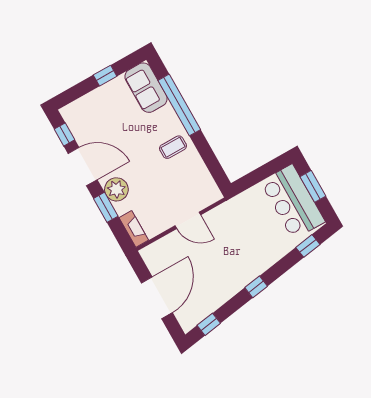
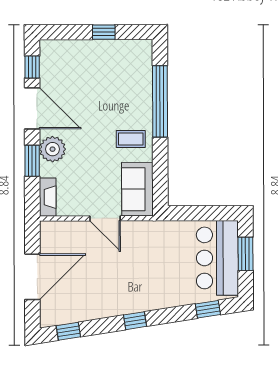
sofa: (146, 88) -> (137, 189), moved

